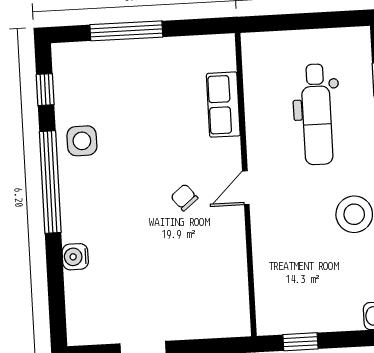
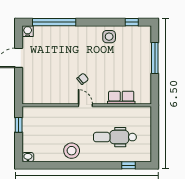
window: (50, 182) -> (54, 22), moved
water cooler: (75, 257) -> (28, 31), moved

